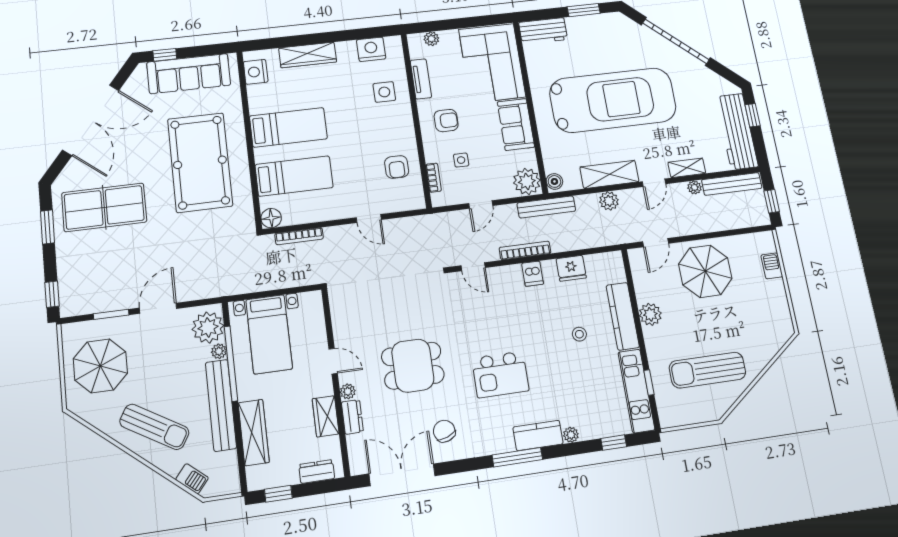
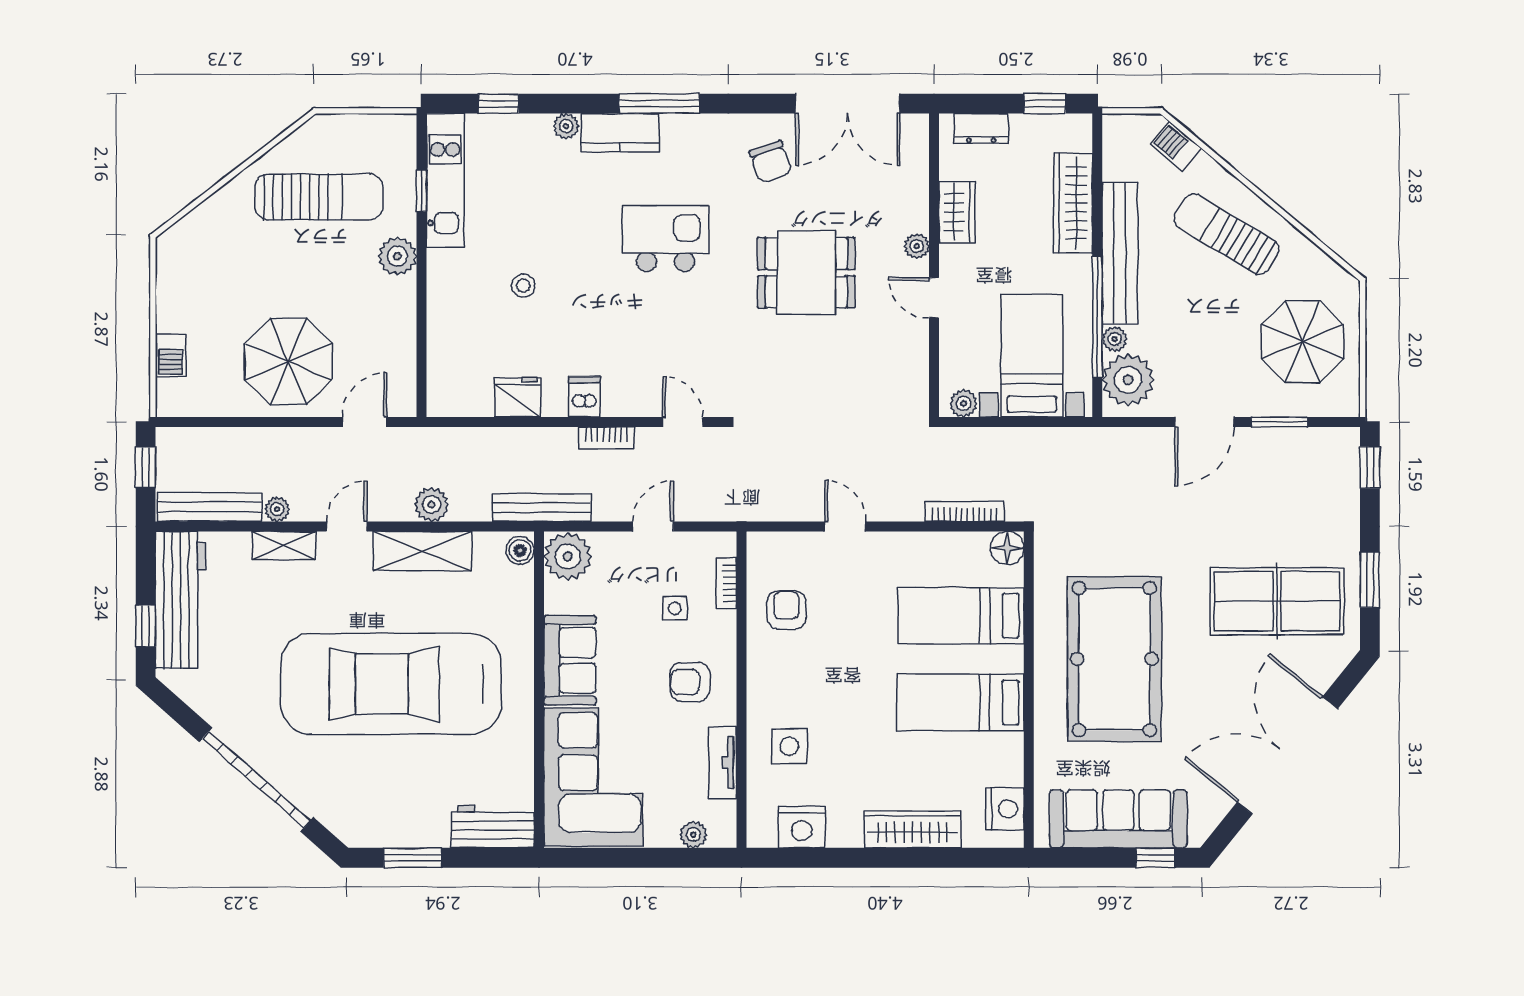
bookcase: (525, 250) -> (606, 438), width x0.64
plant: (307, 300) -> (964, 403), added
plant: (650, 314) -> (397, 256), moved
kitchen counter: (623, 316) -> (445, 305), removed
dresser: (352, 417) -> (914, 205), removed

